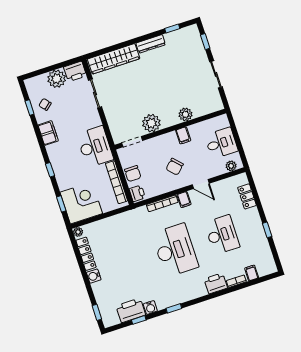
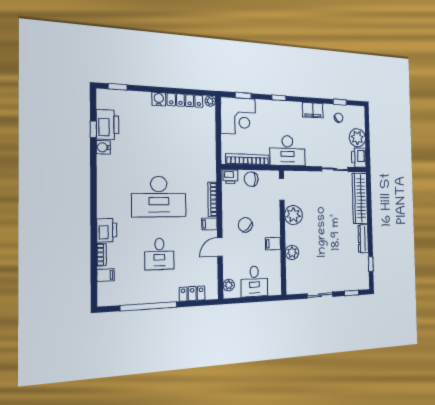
window: (267, 230) -> (149, 306), width x3.17
desk: (222, 235) -> (159, 254), width x0.73
window: (174, 308) -> (93, 173), removed

